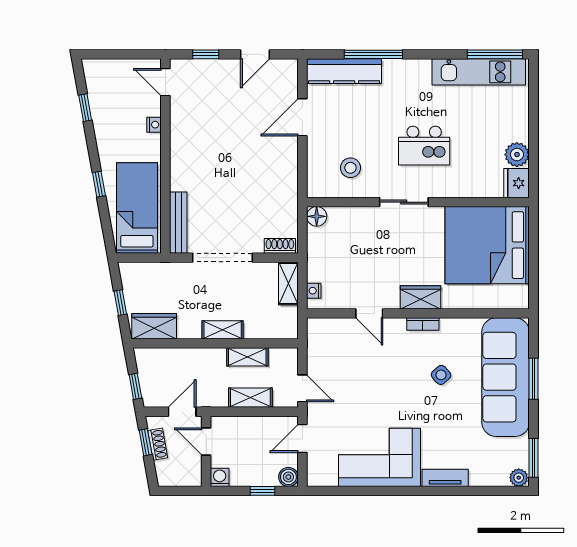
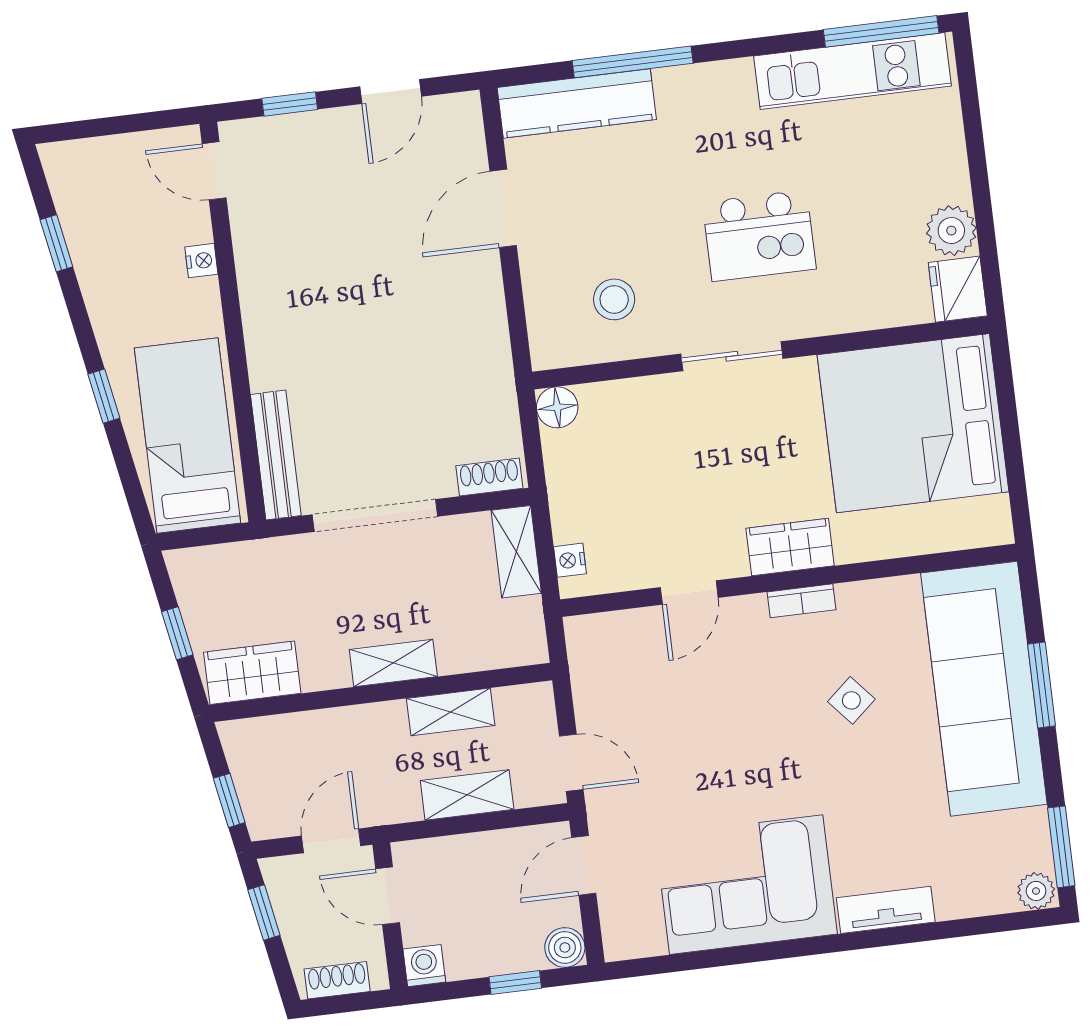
door: (369, 313) -> (689, 592), hinge flipped
shoe rack: (158, 444) -> (337, 980), moved, turned -80

